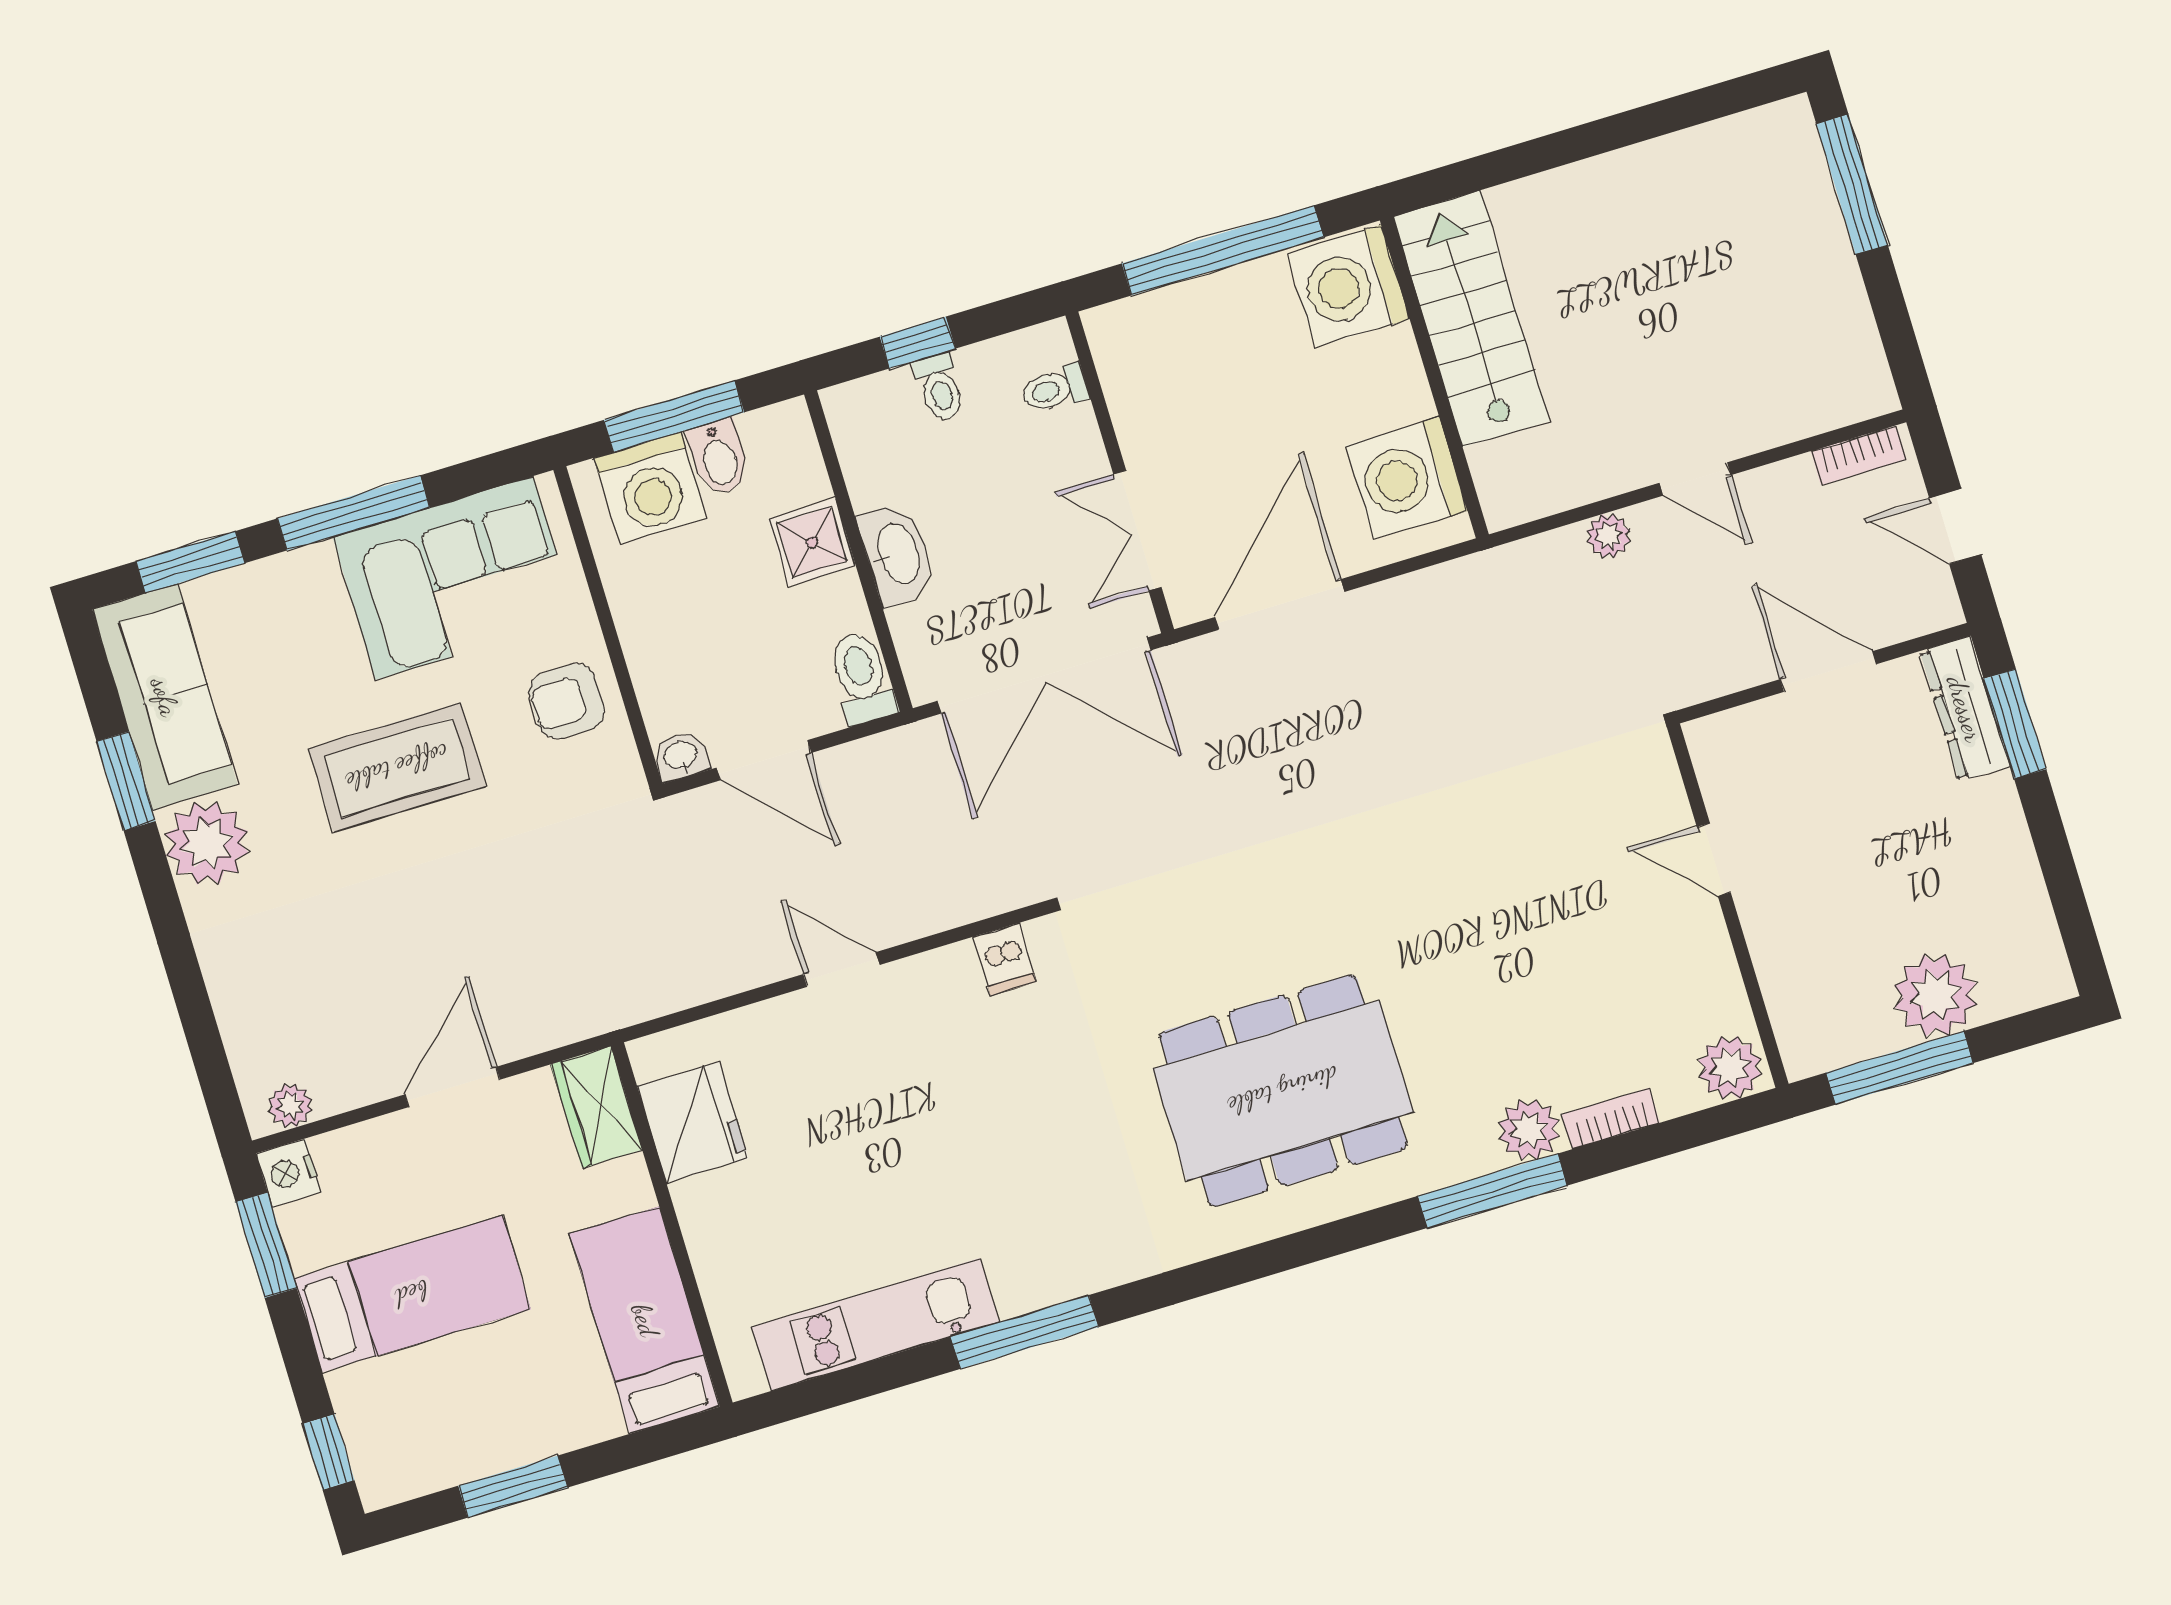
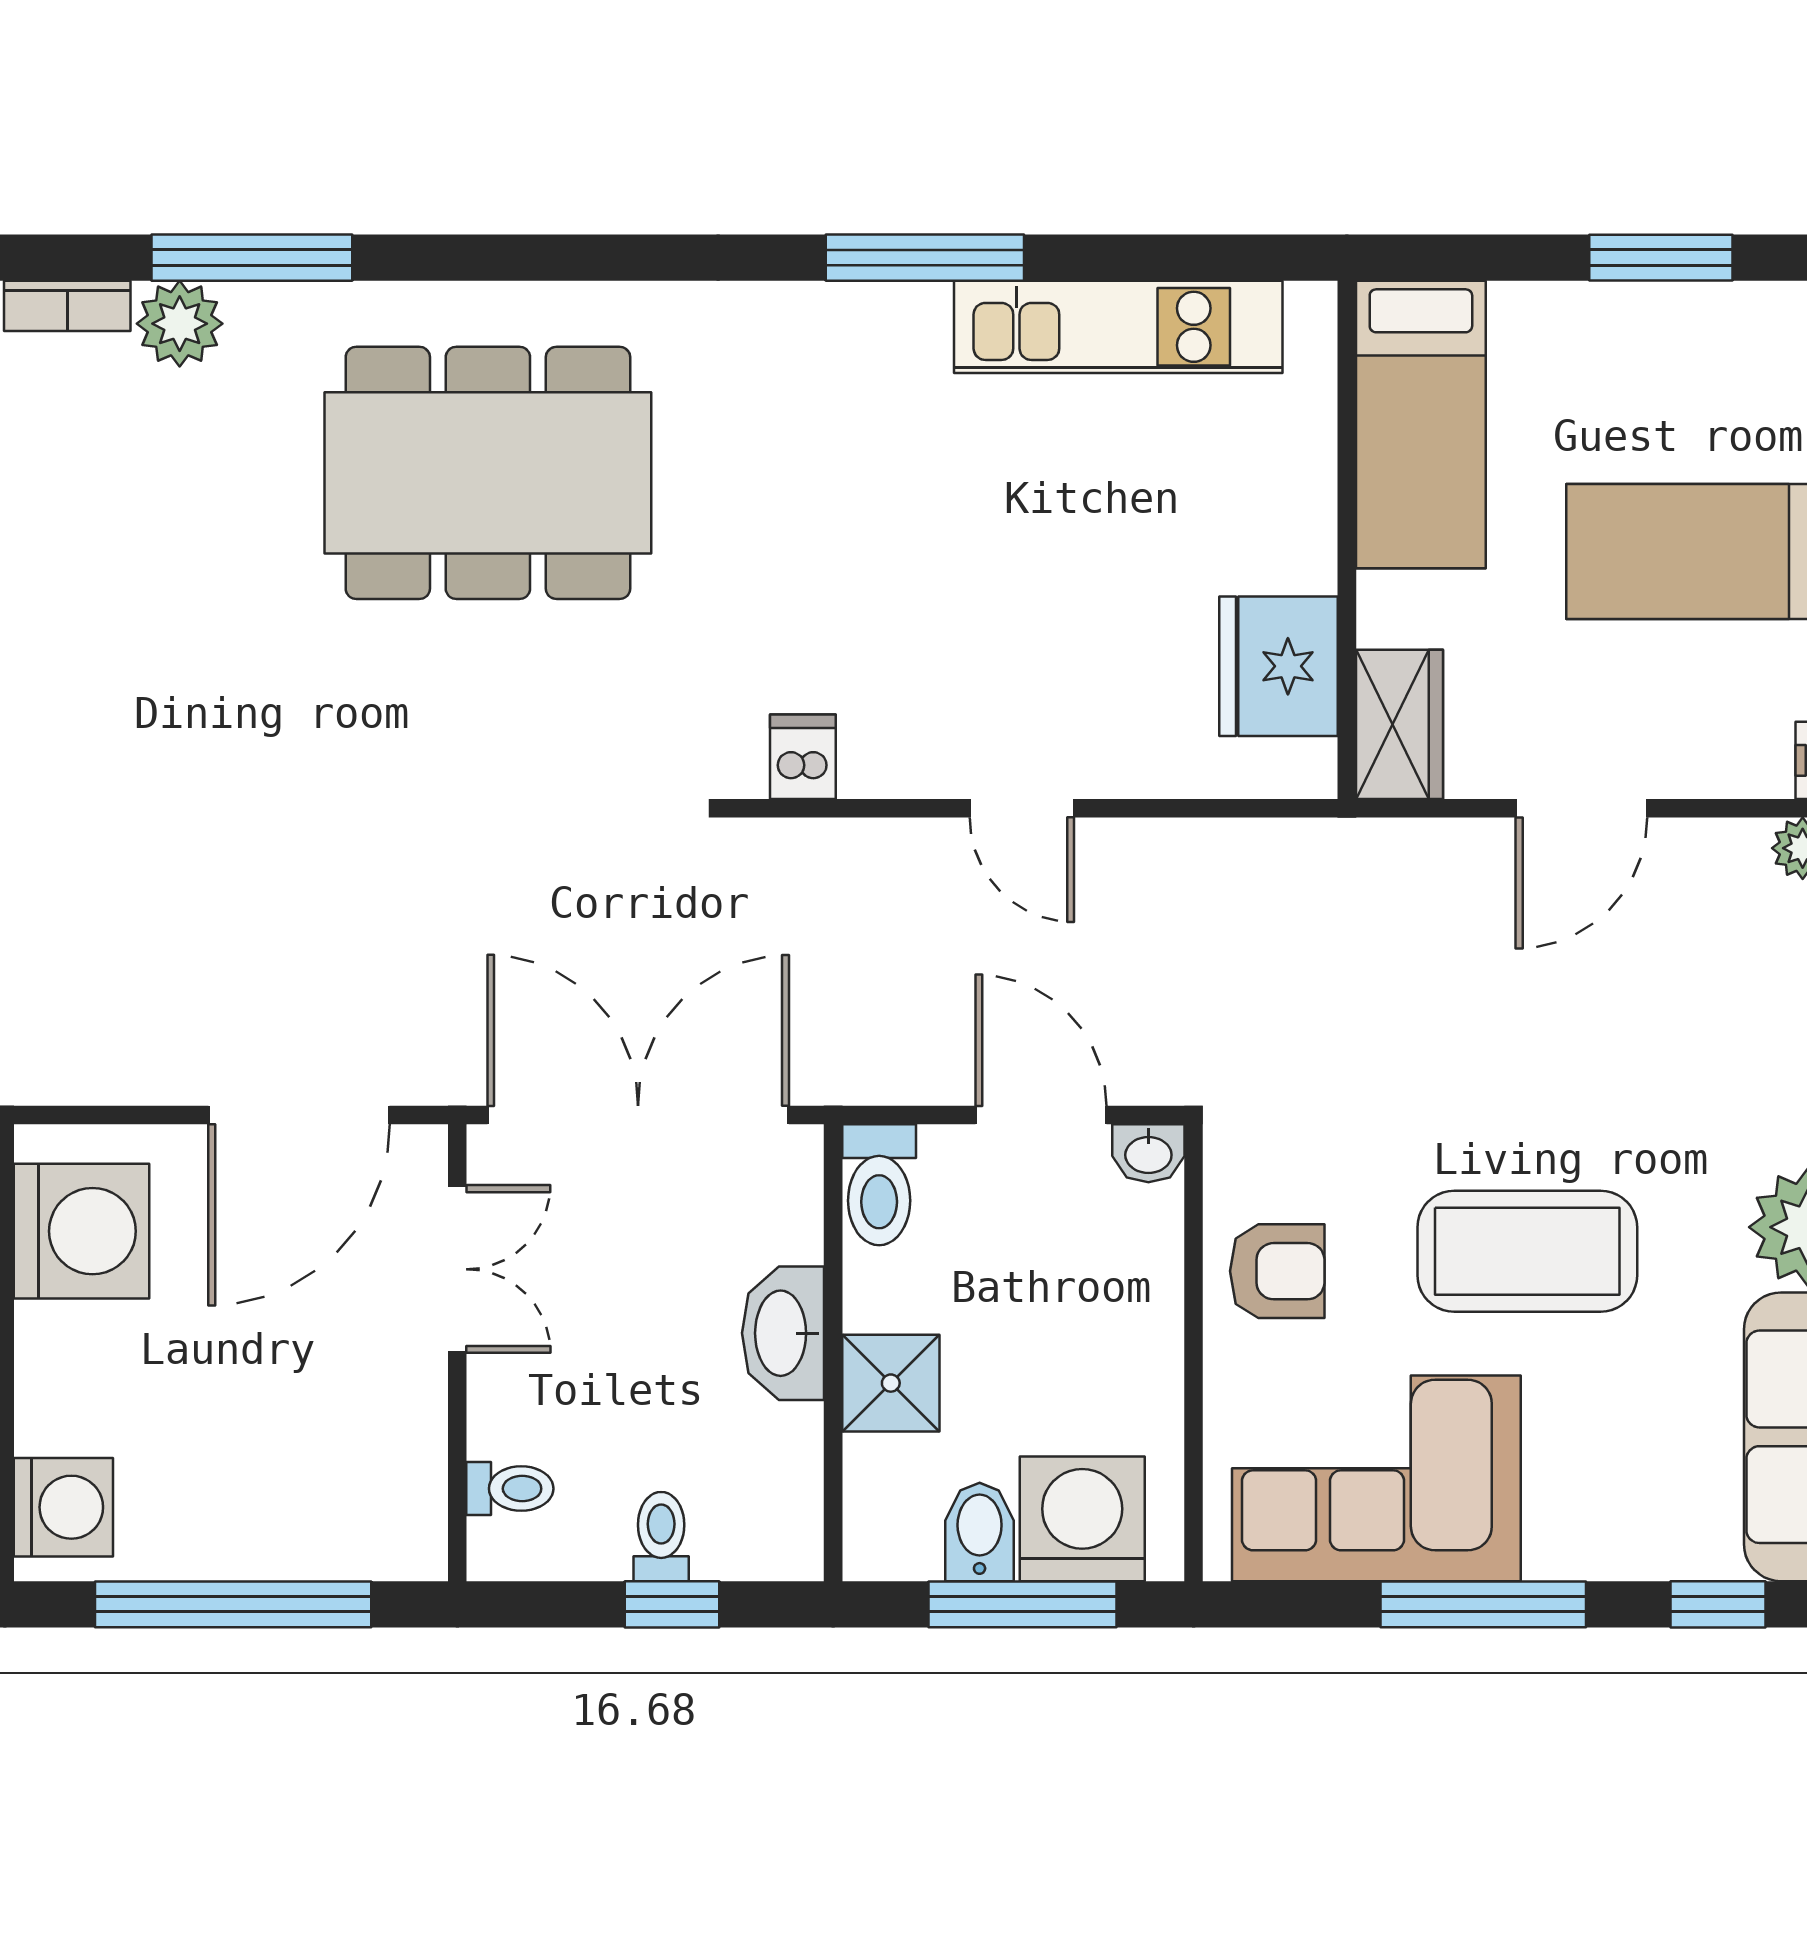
washing machine: (1348, 286) -> (63, 1507), width x0.73, depth x0.73
window: (190, 562) -> (1718, 1604), width x0.67

